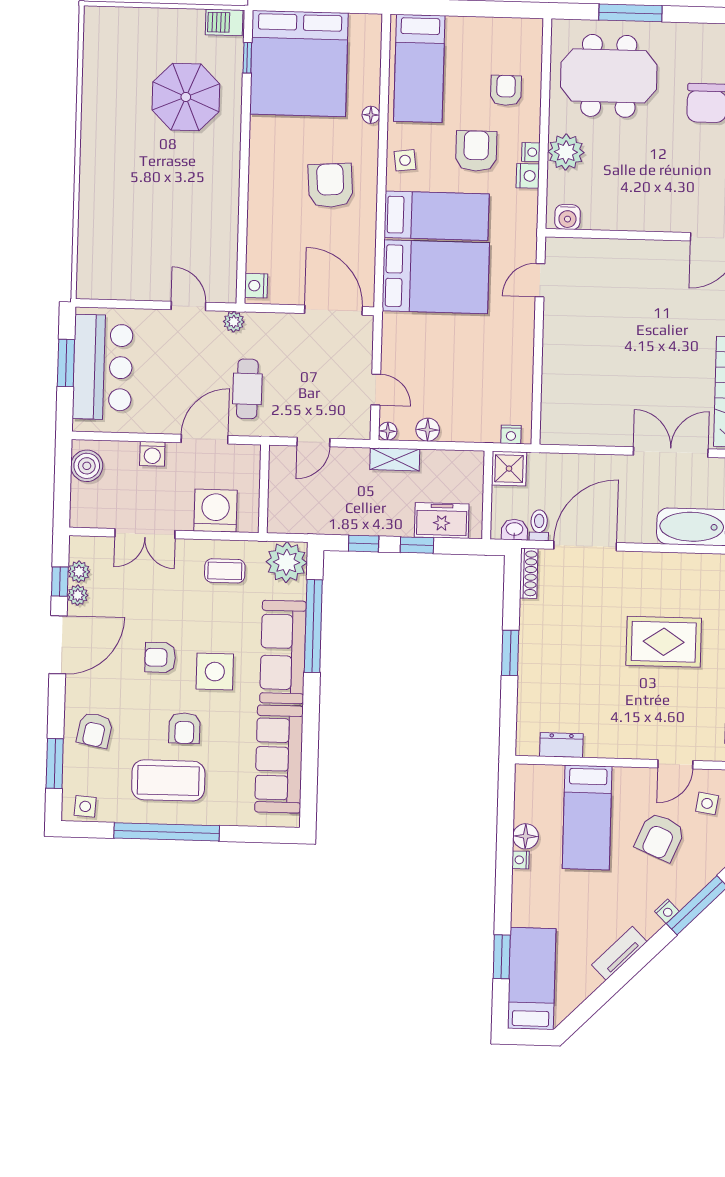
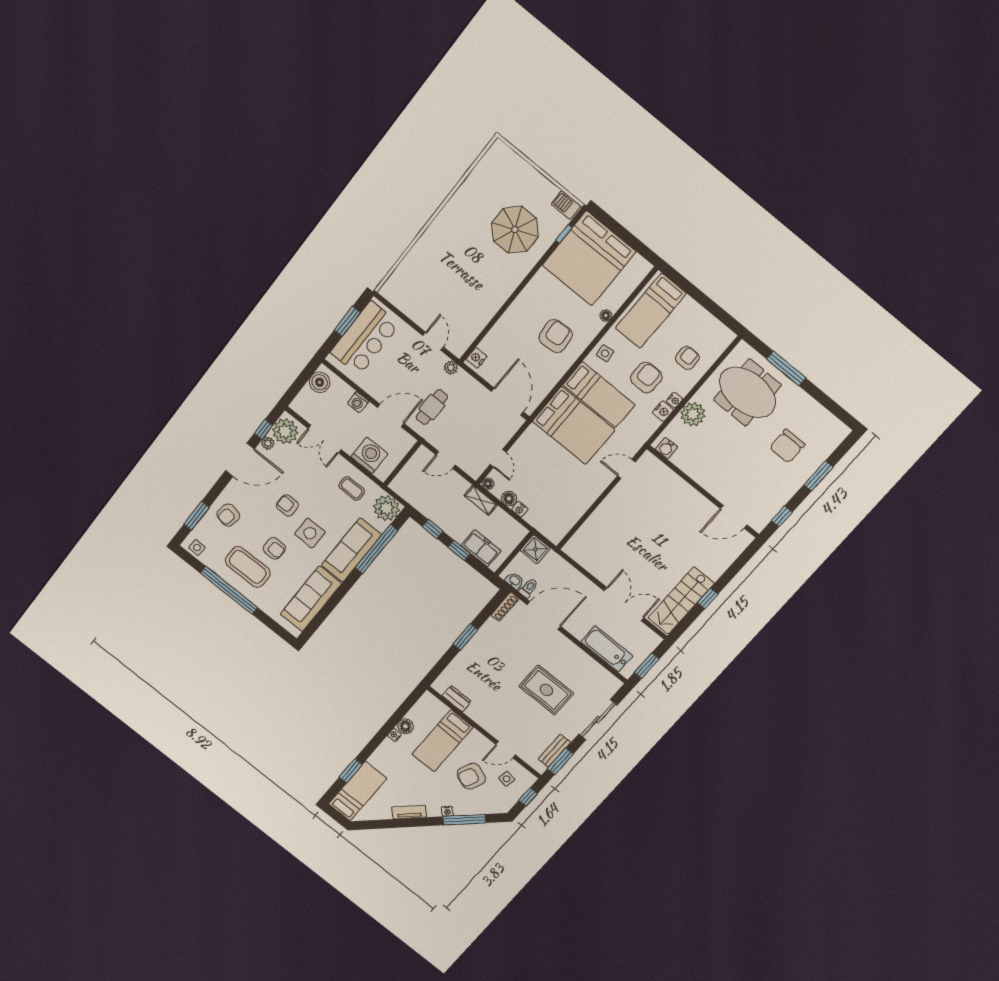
nightstand: (511, 434) -> (520, 509), moved
plant: (79, 572) -> (285, 431), width x1.88, depth x1.88
armchair: (184, 728) -> (274, 548), turned -90

